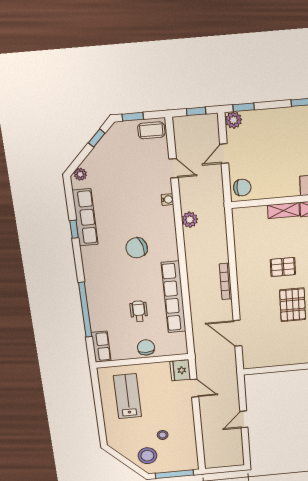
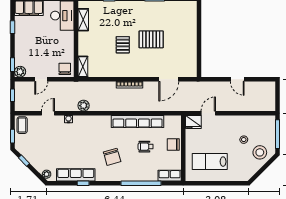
door: (224, 154) -> (41, 79), hinge flipped
shelving: (283, 210) -> (83, 67), moved
chair: (137, 248) -> (112, 157), moved

